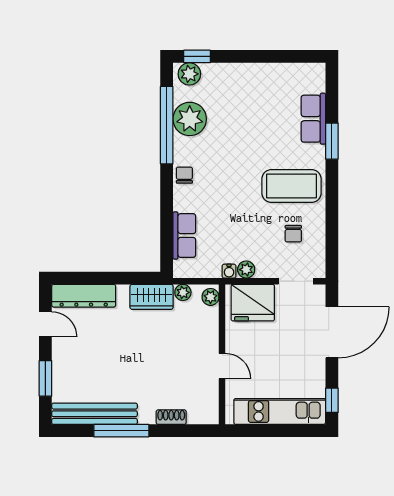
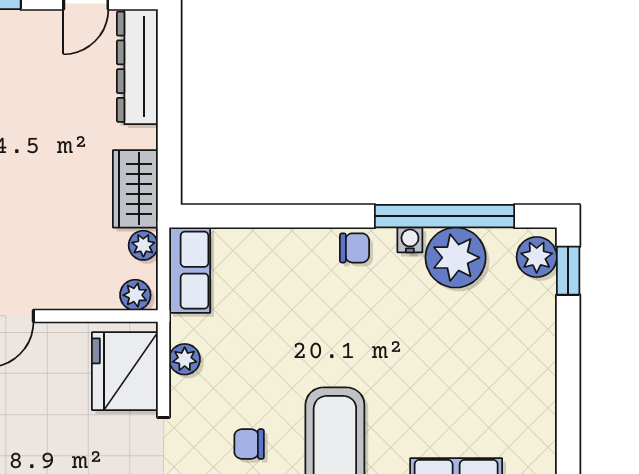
row of seats: (184, 236) -> (190, 270), moved, turned -90
water cooler: (229, 271) -> (410, 240), moved, turned 90

